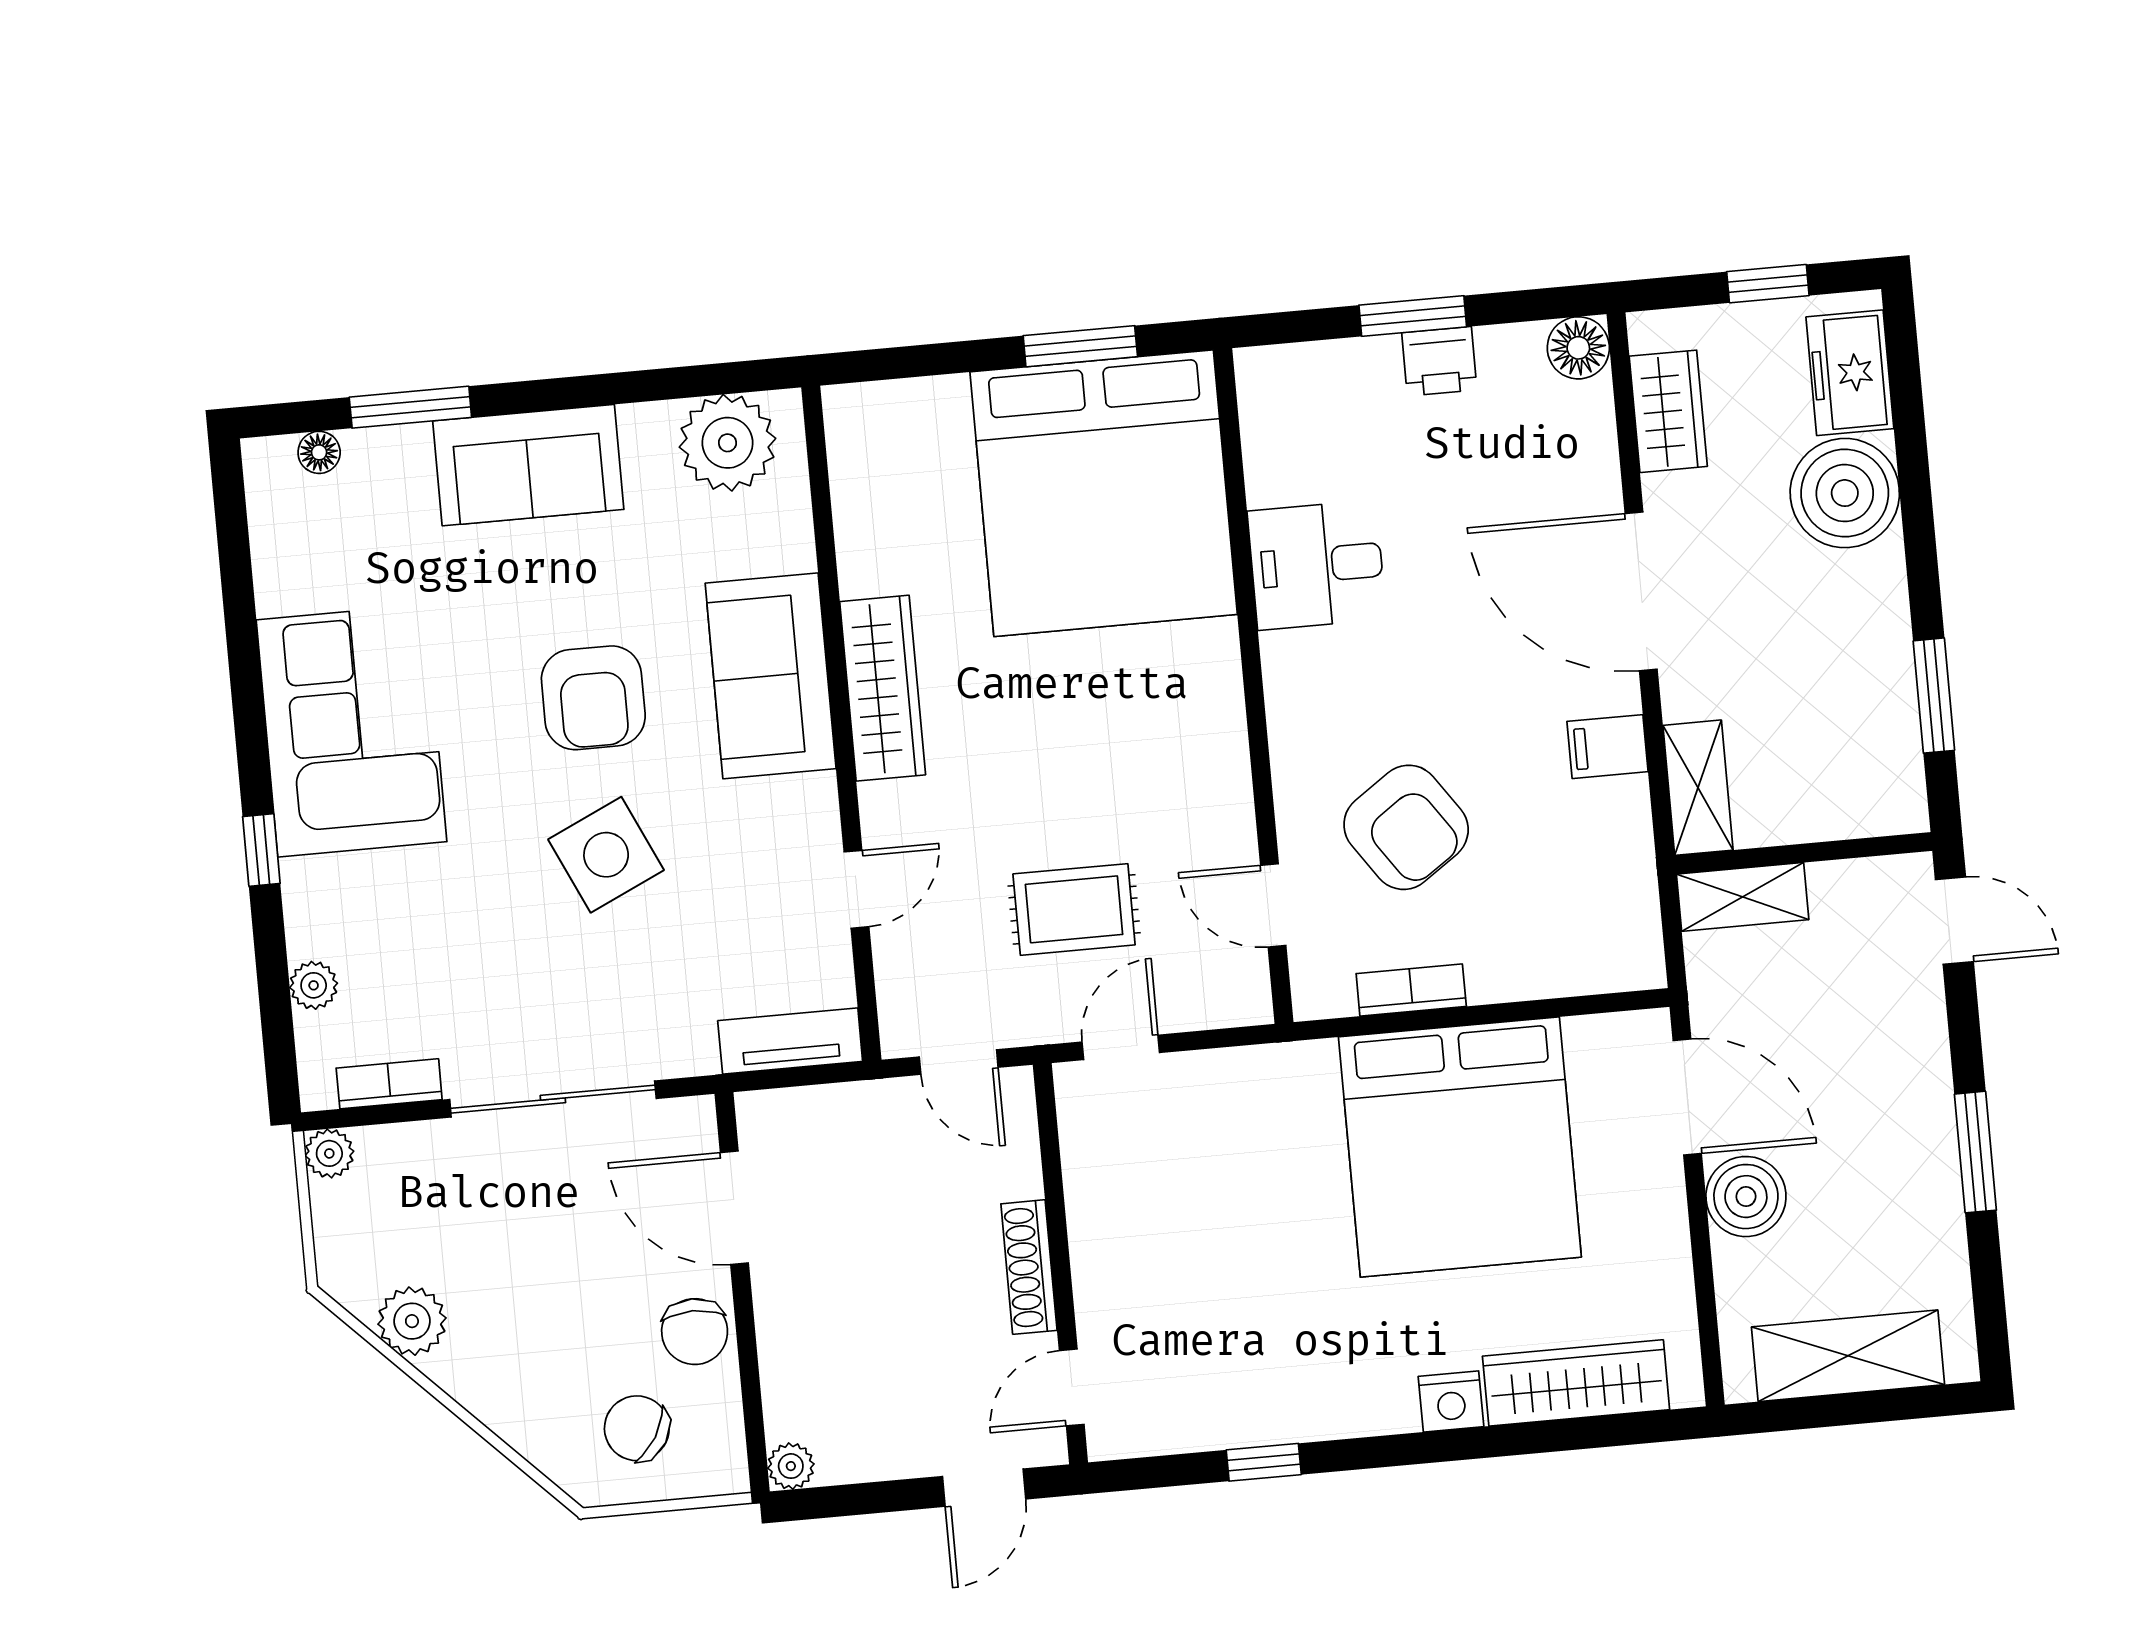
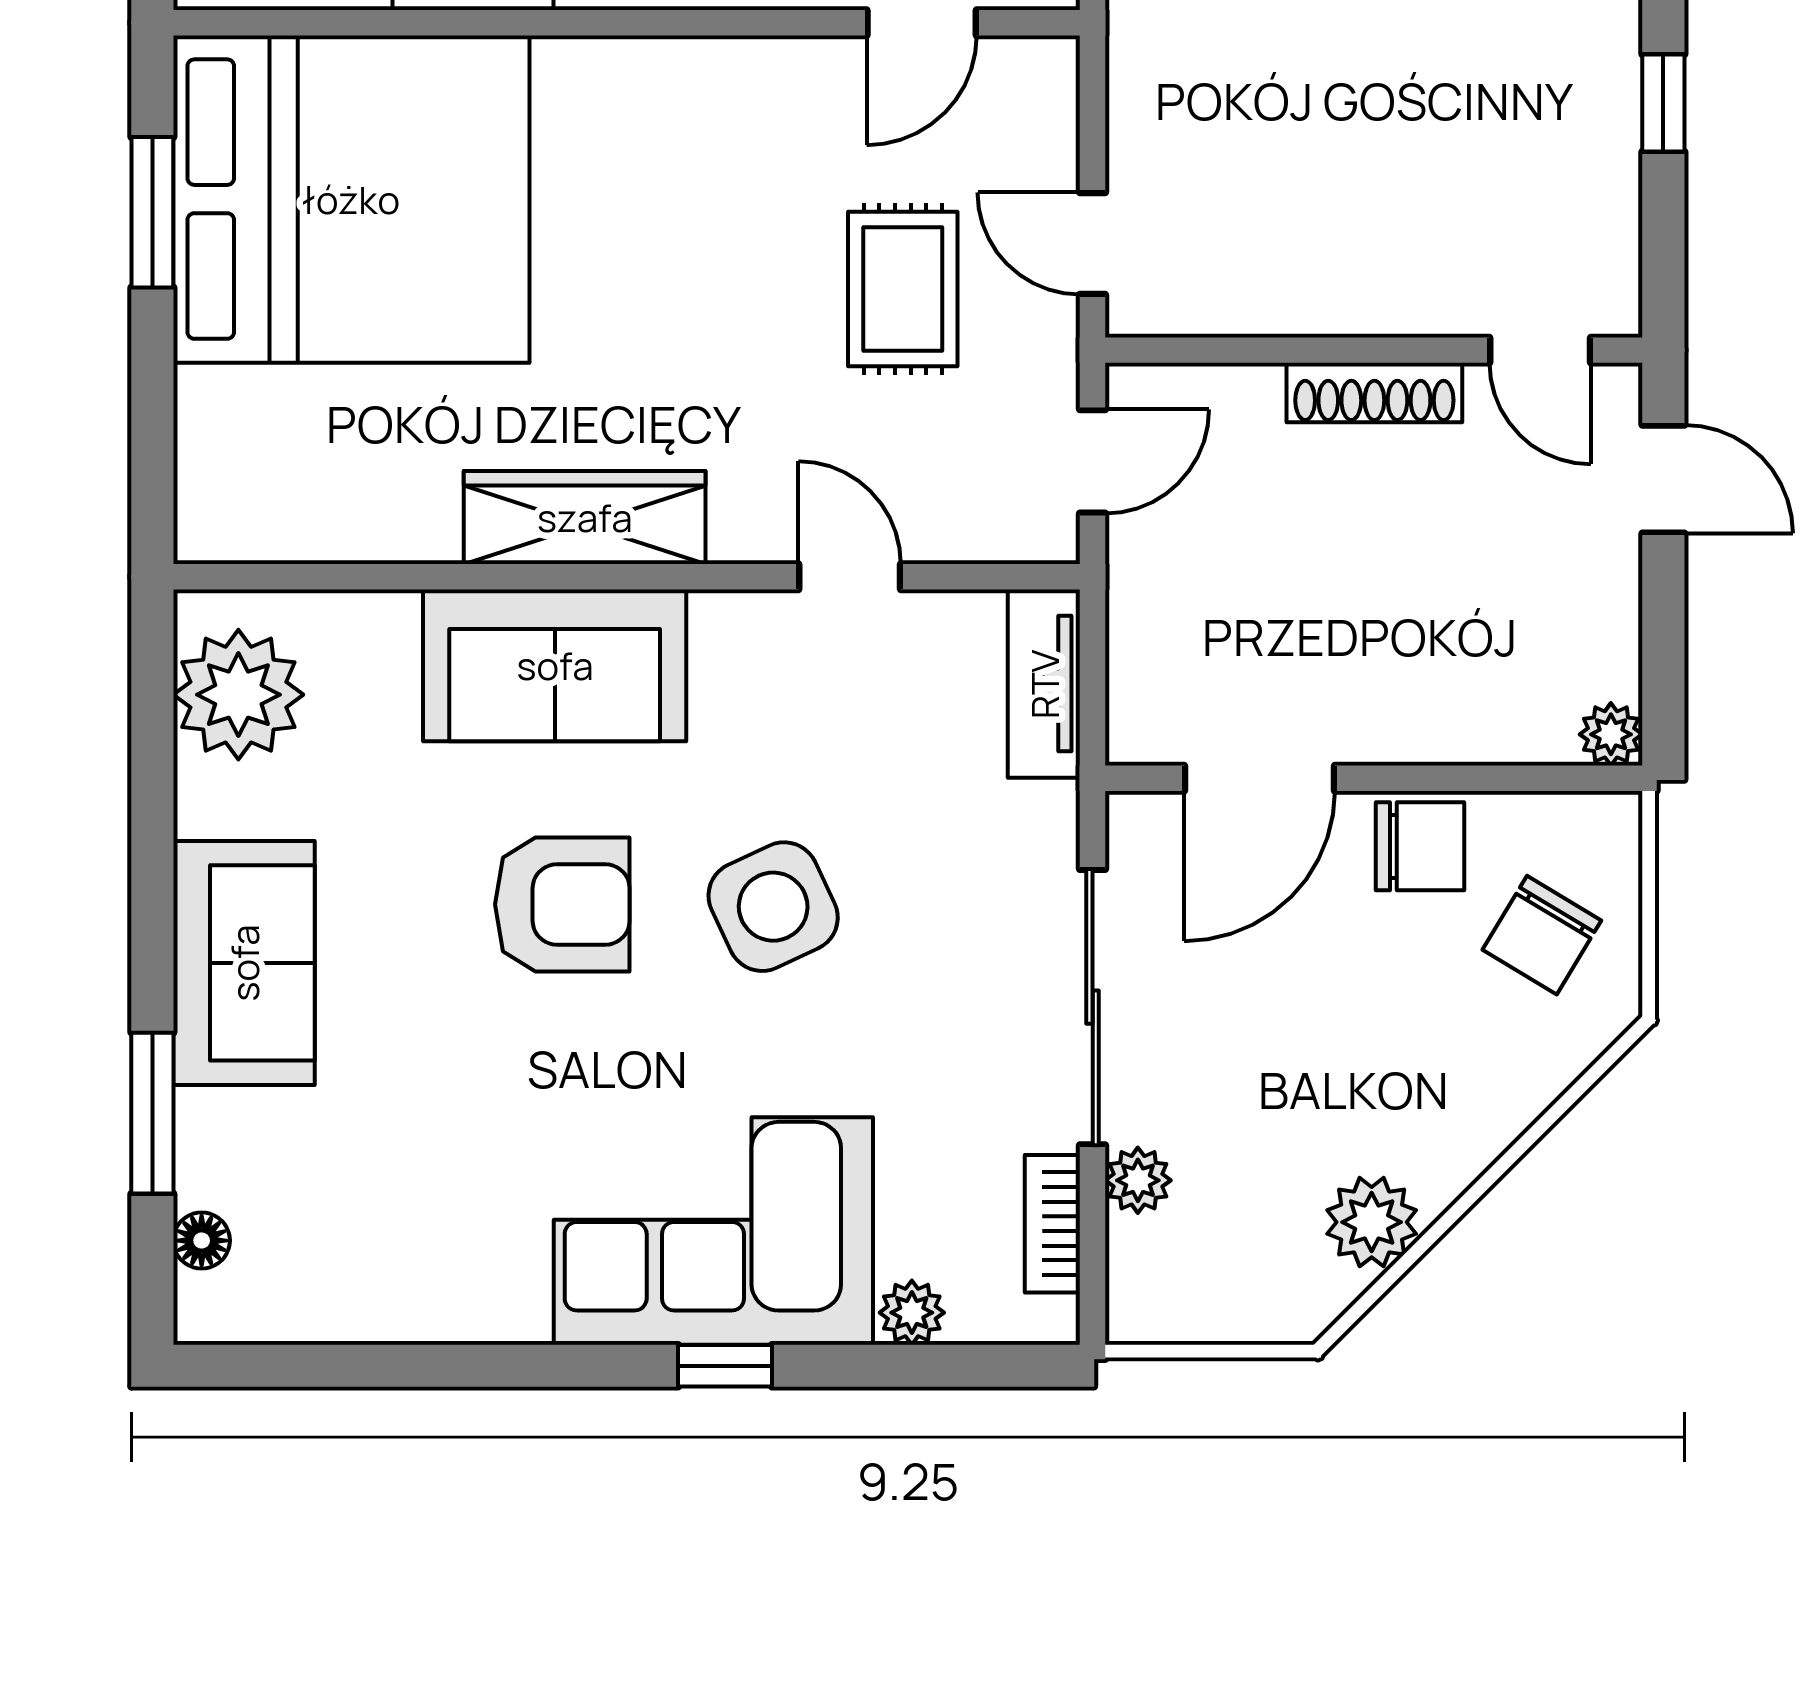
corner sofa: (352, 731) -> (713, 1231), moved
plant: (329, 1153) -> (1138, 1180), moved

